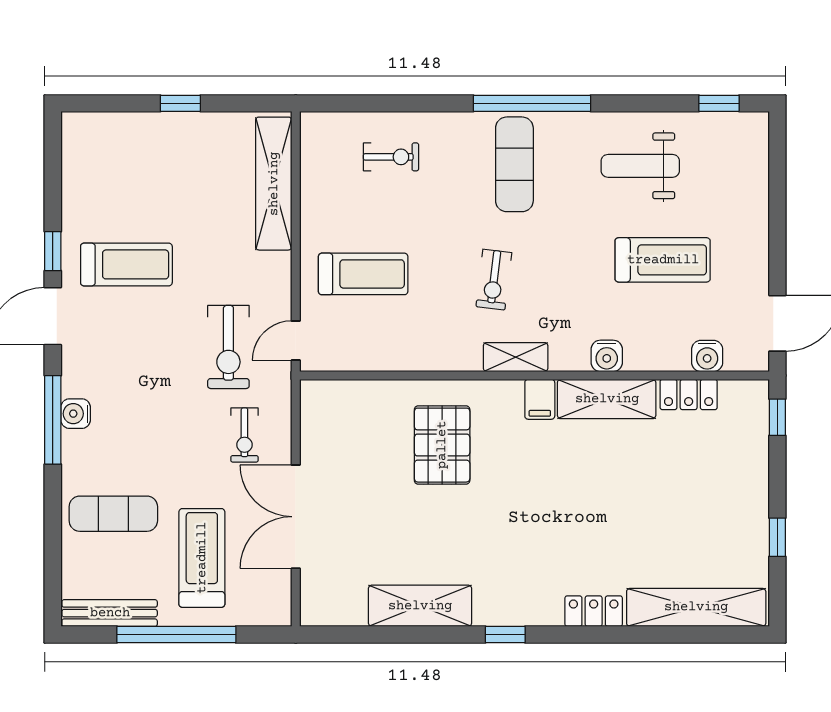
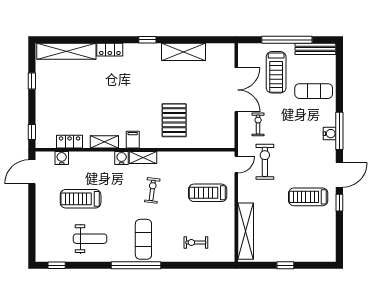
water cooler: (607, 356) -> (122, 158), moved
shelving: (607, 399) -> (104, 142), width x0.67, depth x0.75

